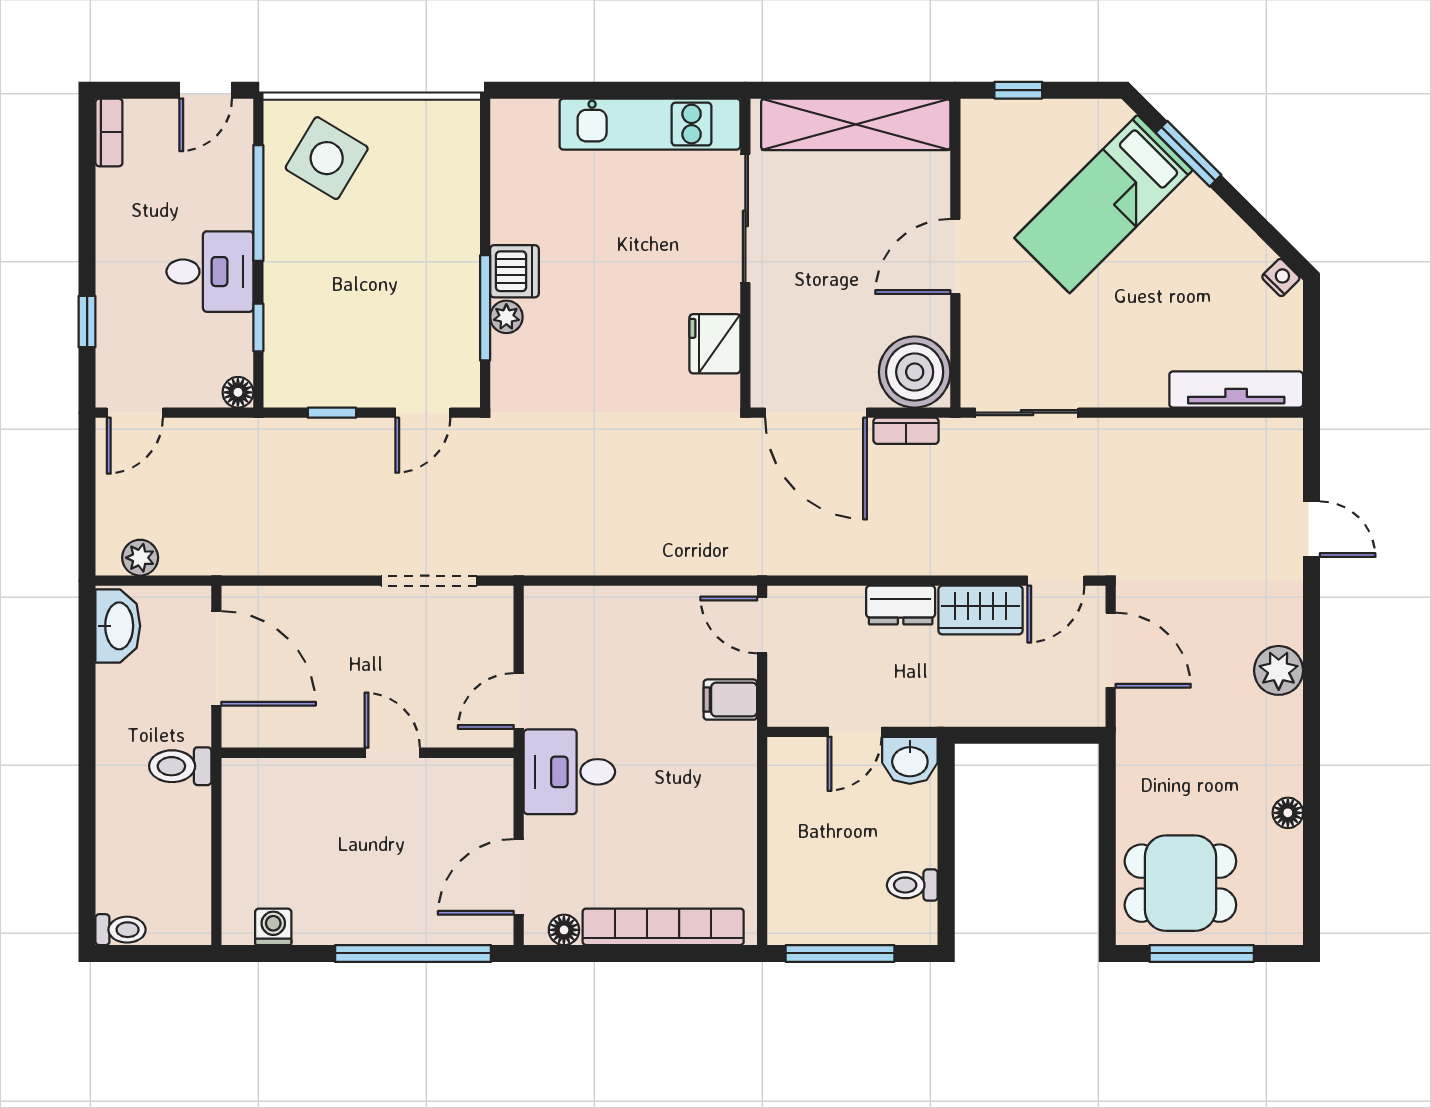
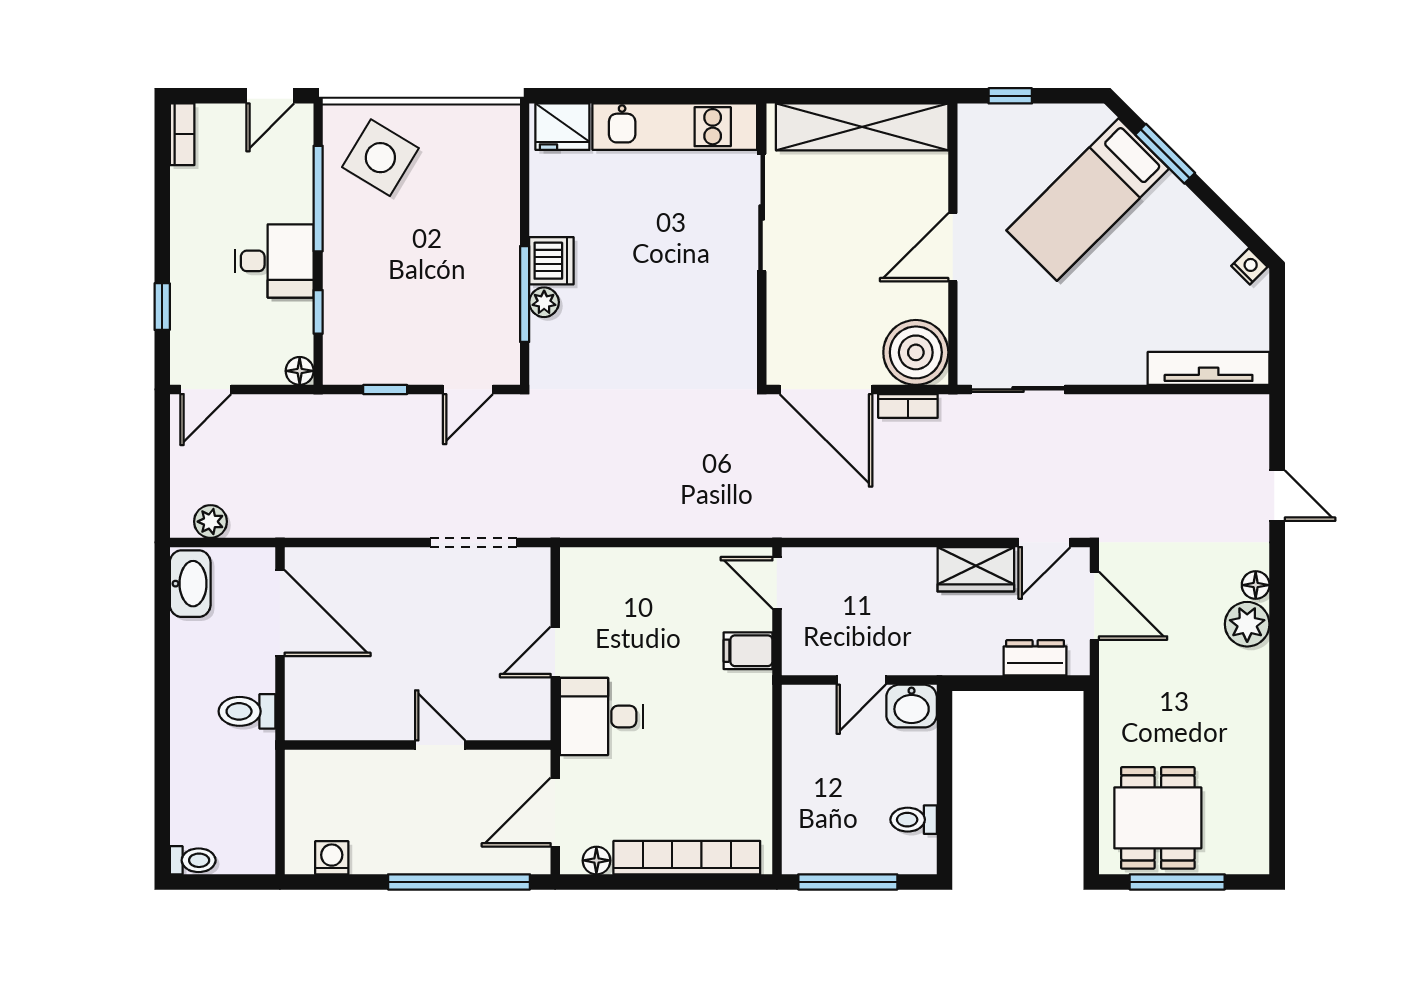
fridge: (715, 344) -> (562, 127), moved, turned -90
dresser: (901, 605) -> (1035, 658), moved, turned 180
wall: (368, 753) -> (418, 745), moved
door: (392, 753) -> (440, 745), moved
floor lamp: (1288, 813) -> (1256, 585), moved
dining table: (1180, 883) -> (1158, 818), turned 90

